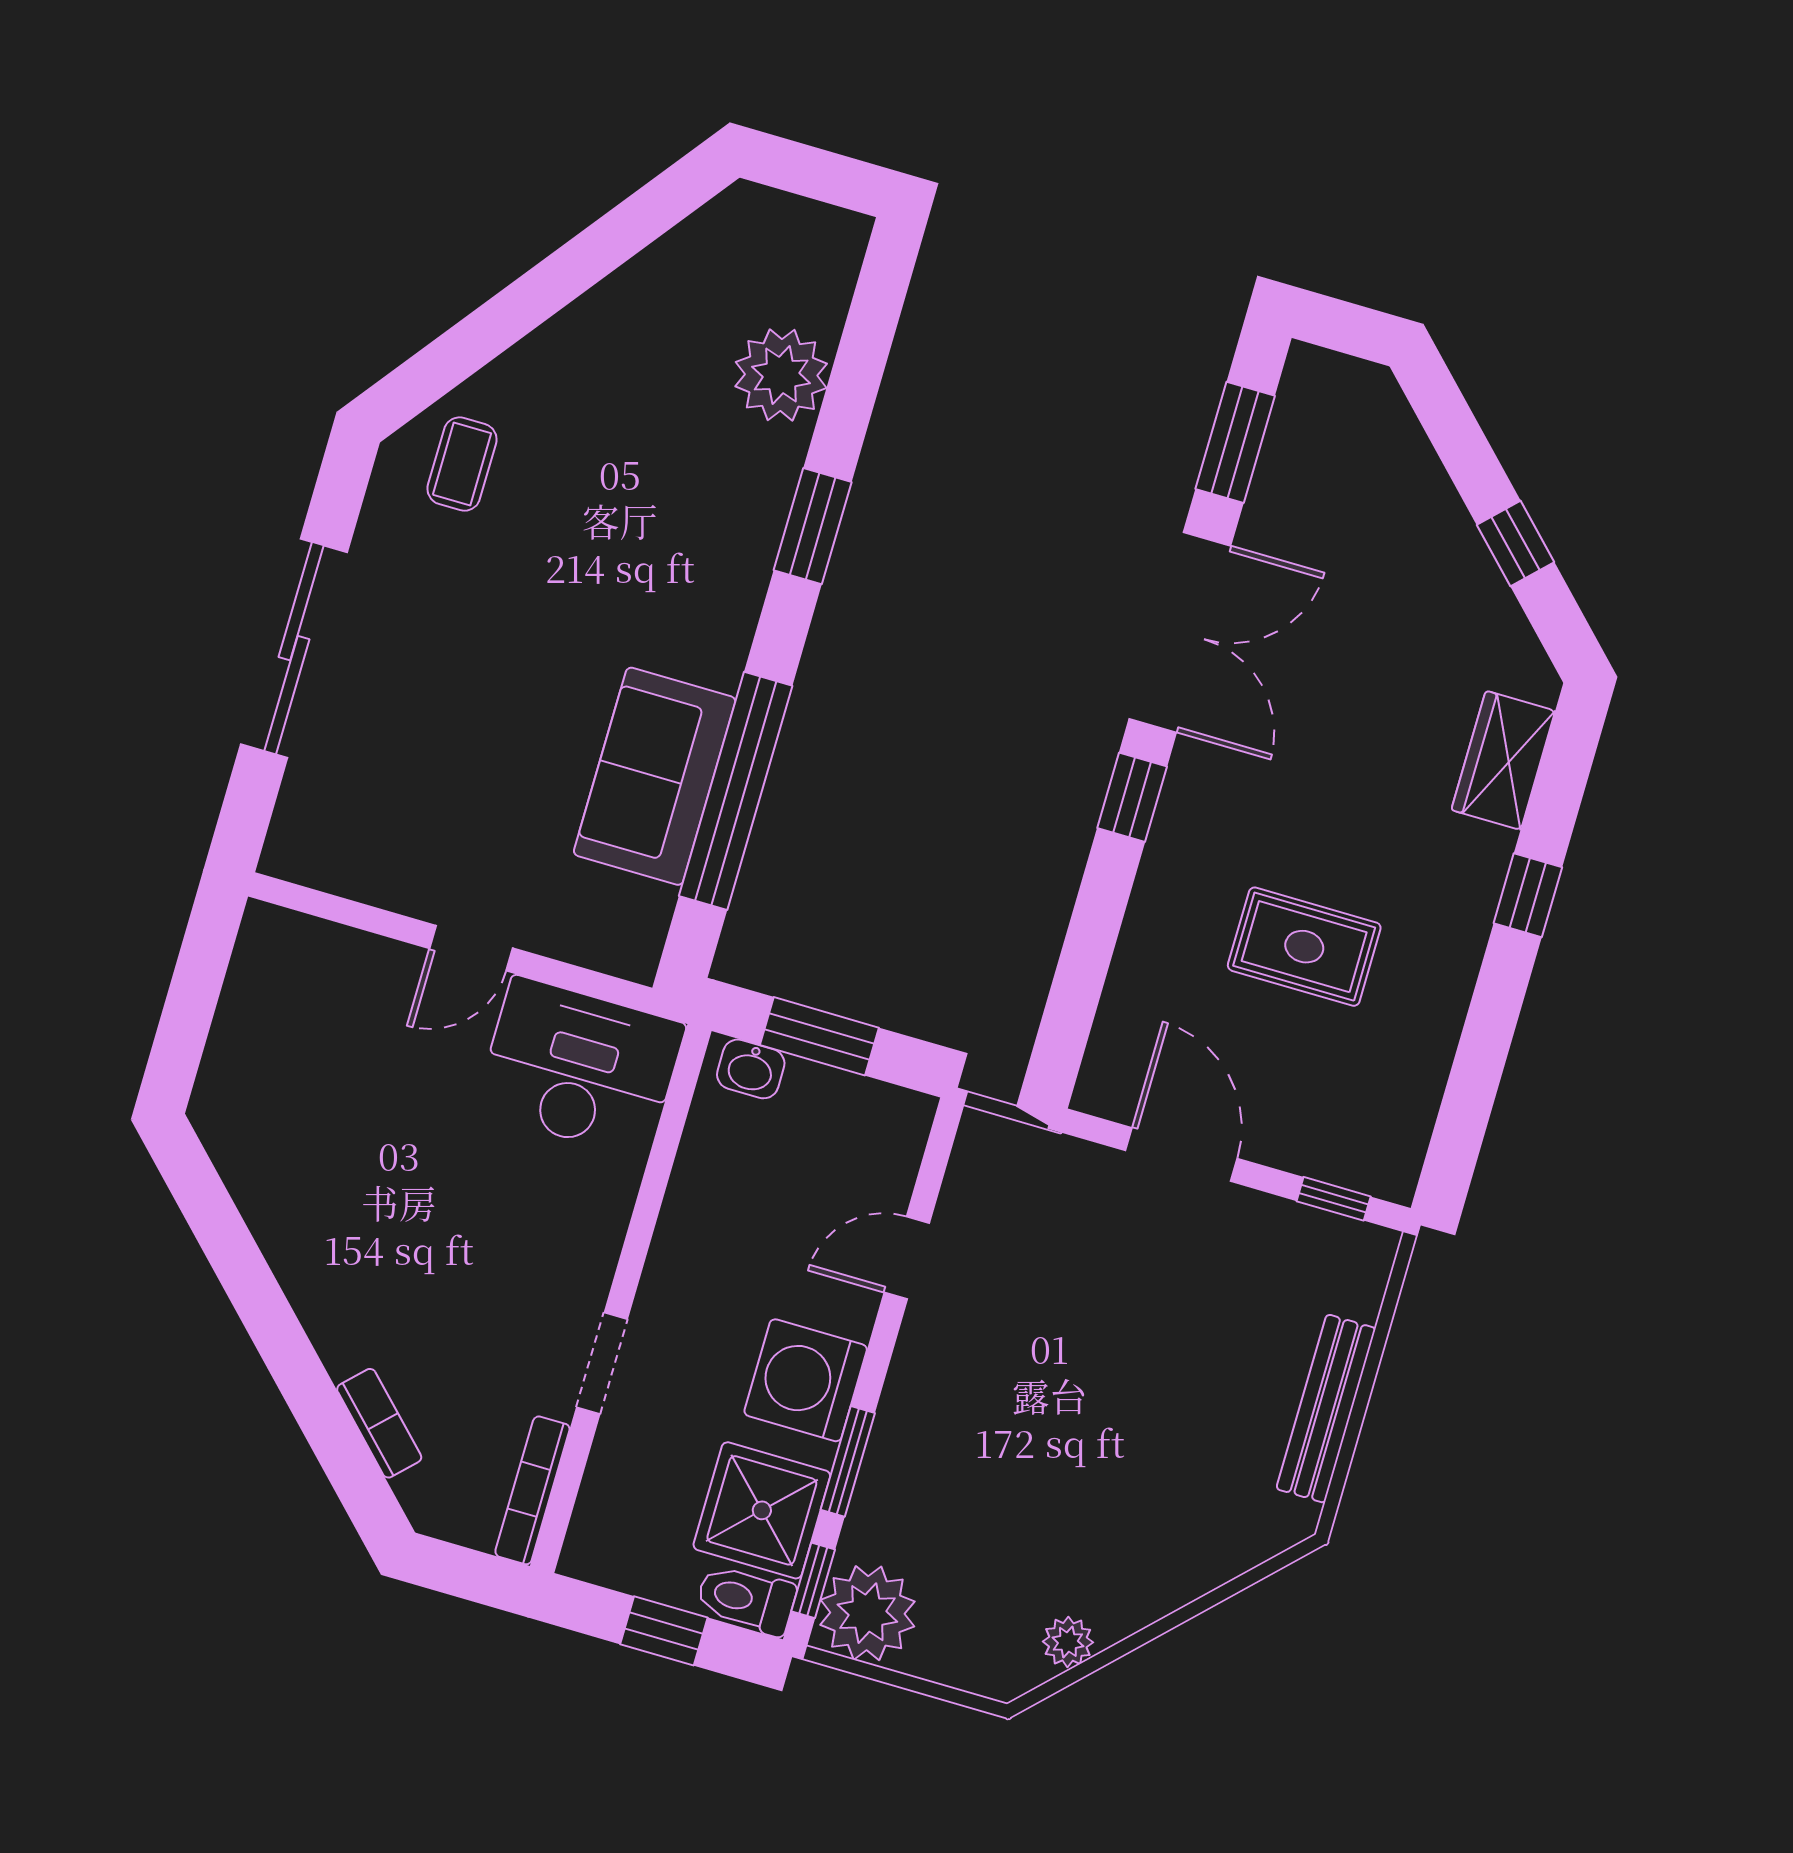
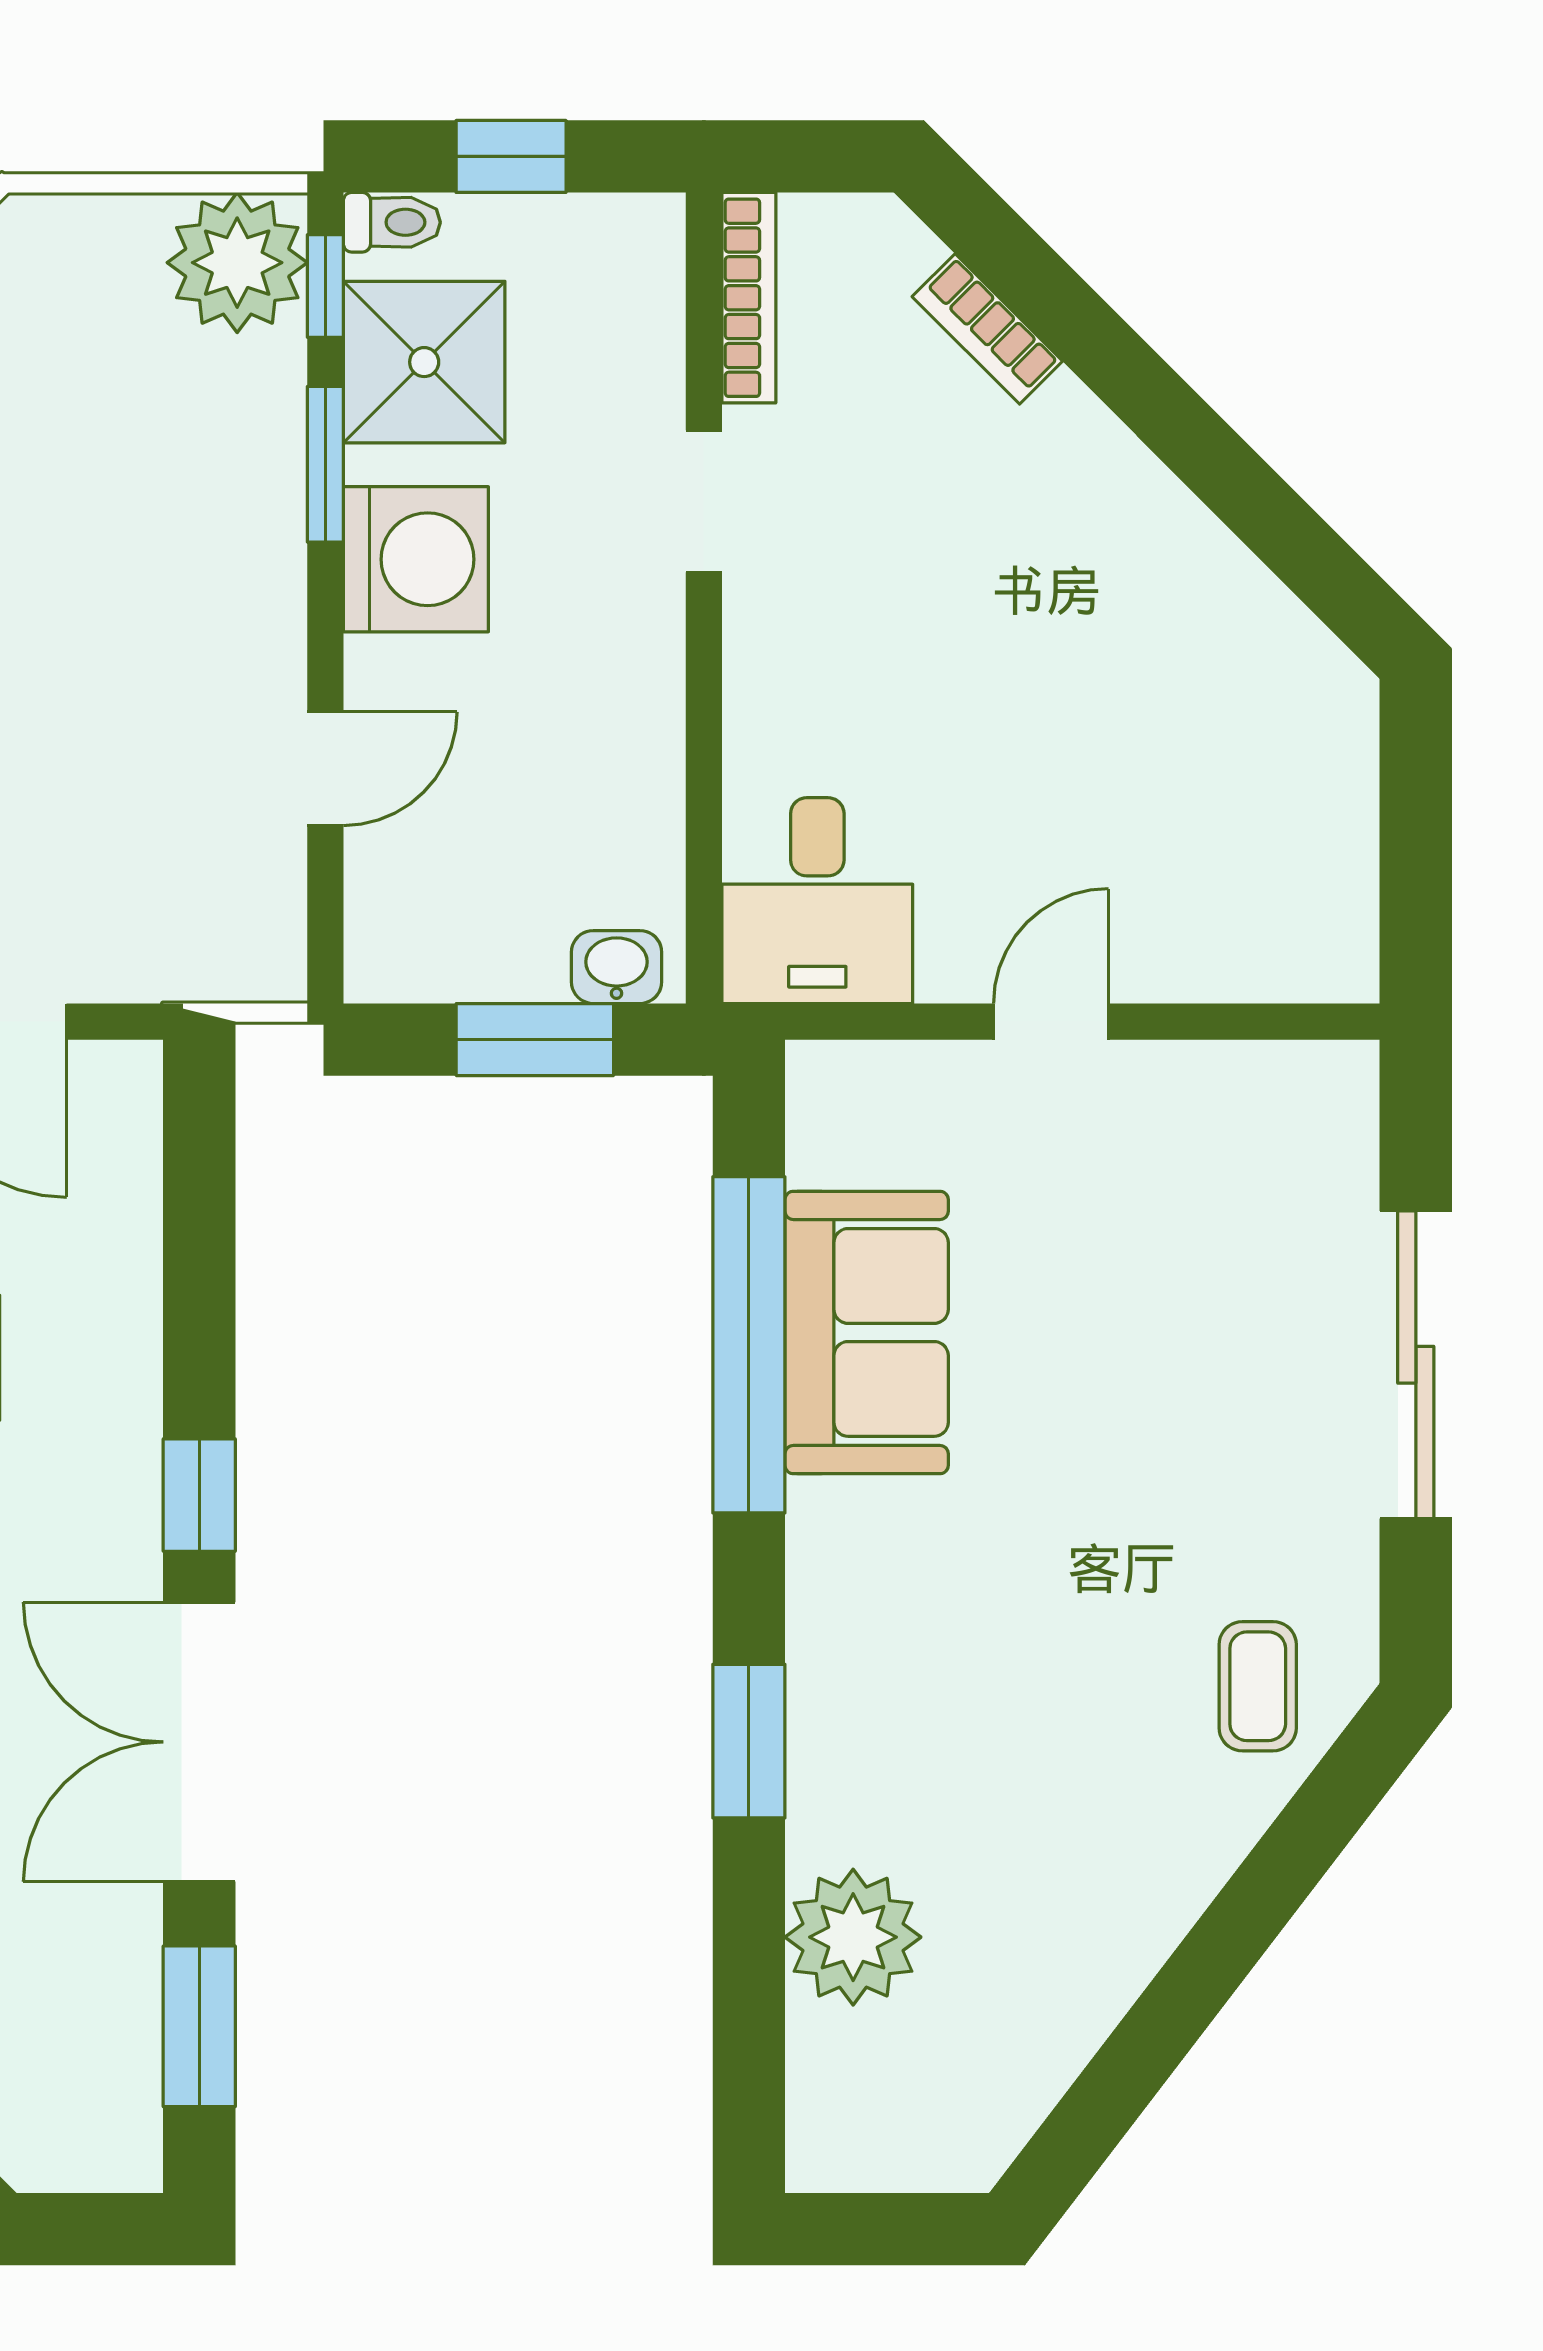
desk: (580, 1067) -> (817, 901), width x0.73
toilet: (746, 1599) -> (392, 222), width x0.73, depth x0.72

